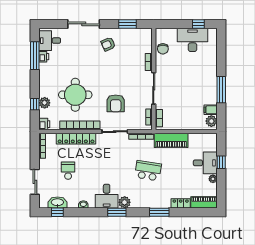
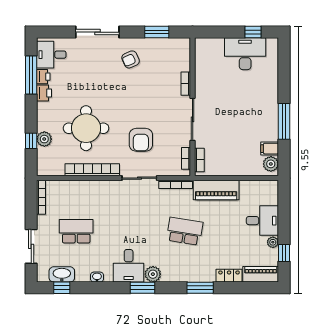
chair: (163, 49) -> (205, 66), removed
printer: (44, 124) -> (44, 93), moved
locker: (76, 139) -> (87, 188), removed
window: (221, 162) -> (284, 253), moved
school desk: (68, 171) -> (76, 231), width x1.85

